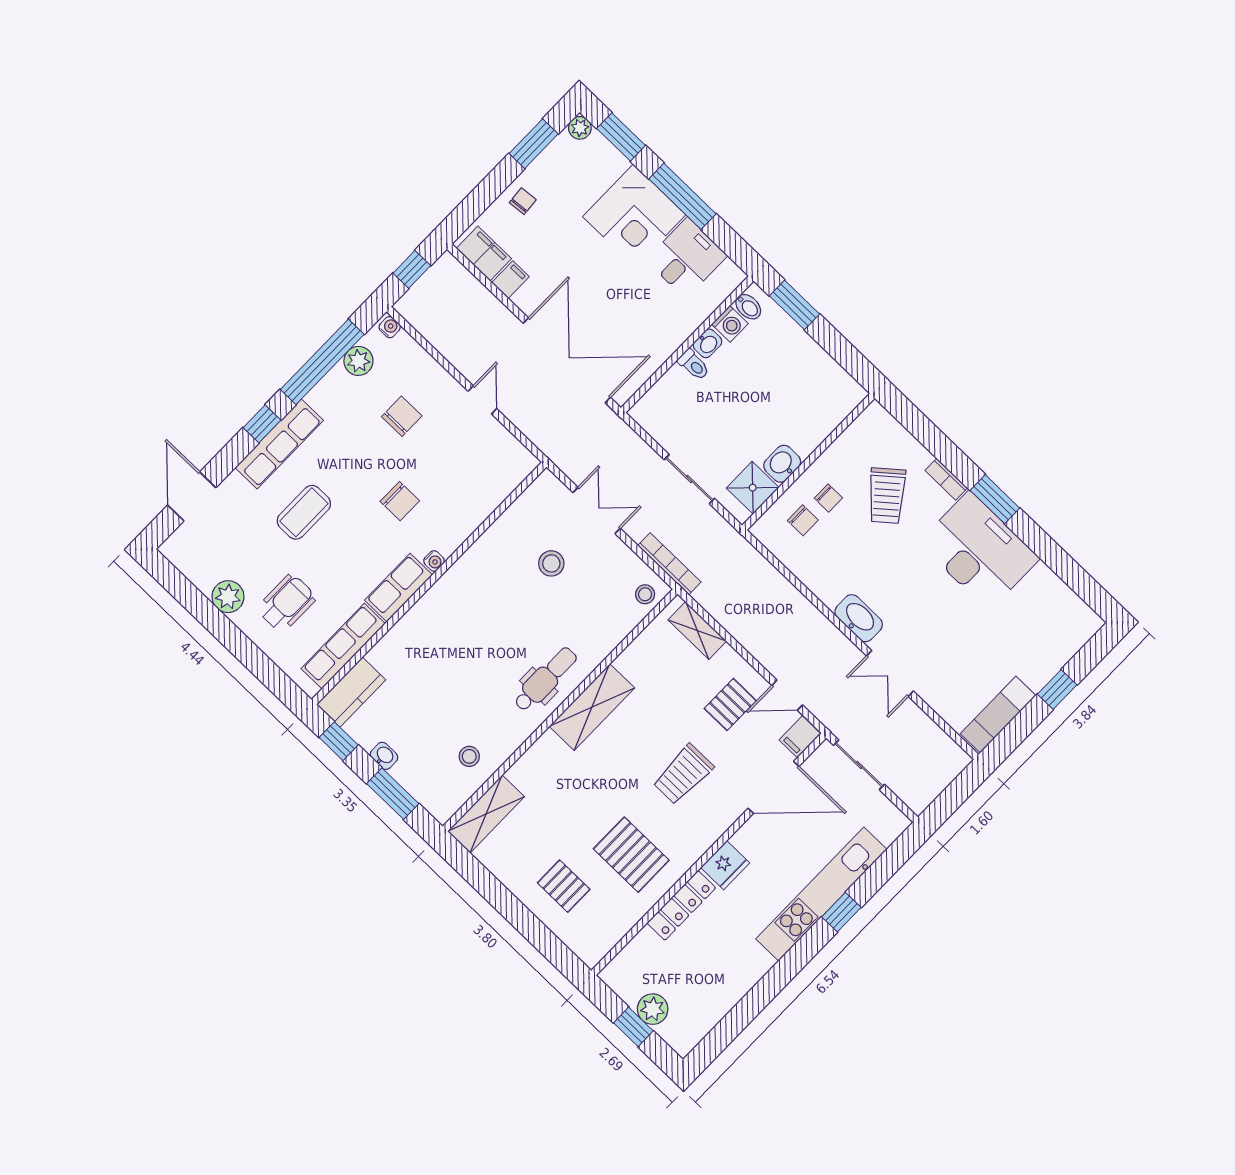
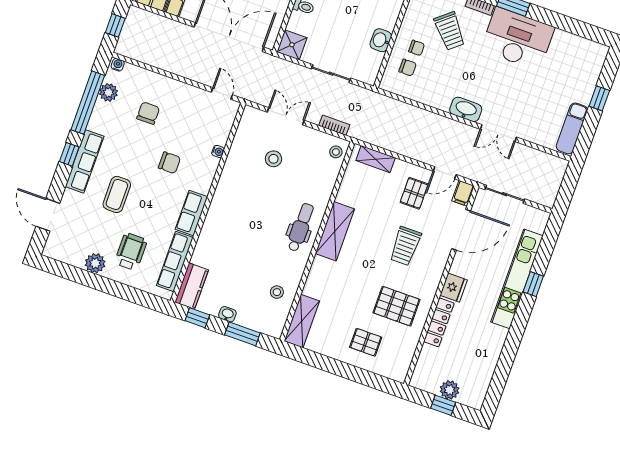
door: (482, 400) -> (222, 94), moved
shower: (753, 488) -> (292, 45), moved
water cooler: (434, 561) -> (218, 151), moved
bookcase: (669, 564) -> (334, 125), width x0.64

